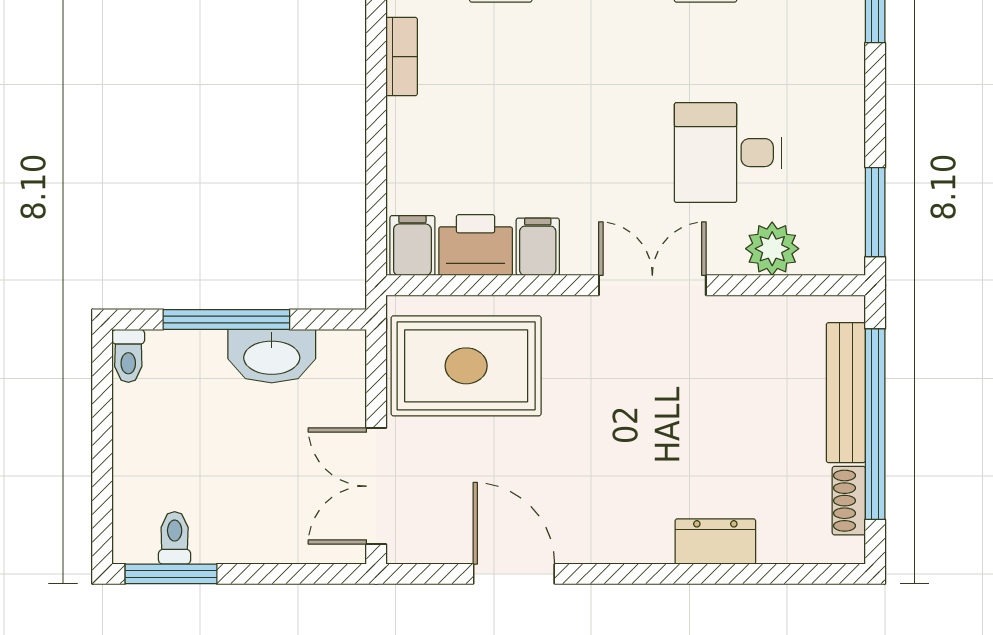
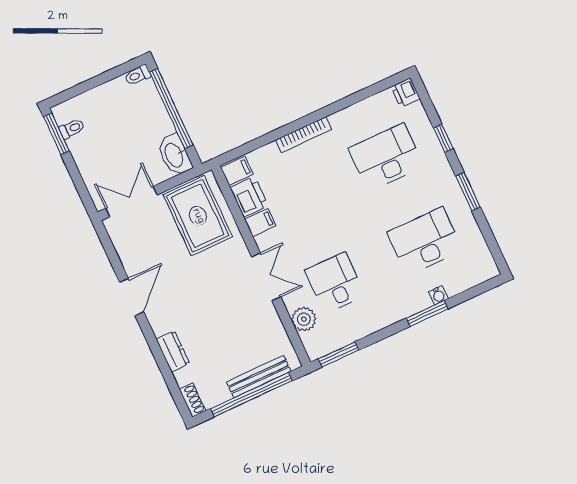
bookcase: (402, 57) -> (303, 135), width x1.56
window: (226, 319) -> (171, 108), width x1.46
washbasin: (272, 356) -> (174, 155), moved
shoe rack: (849, 501) -> (192, 400), moved, turned 90
door: (514, 574) -> (132, 297), moved

